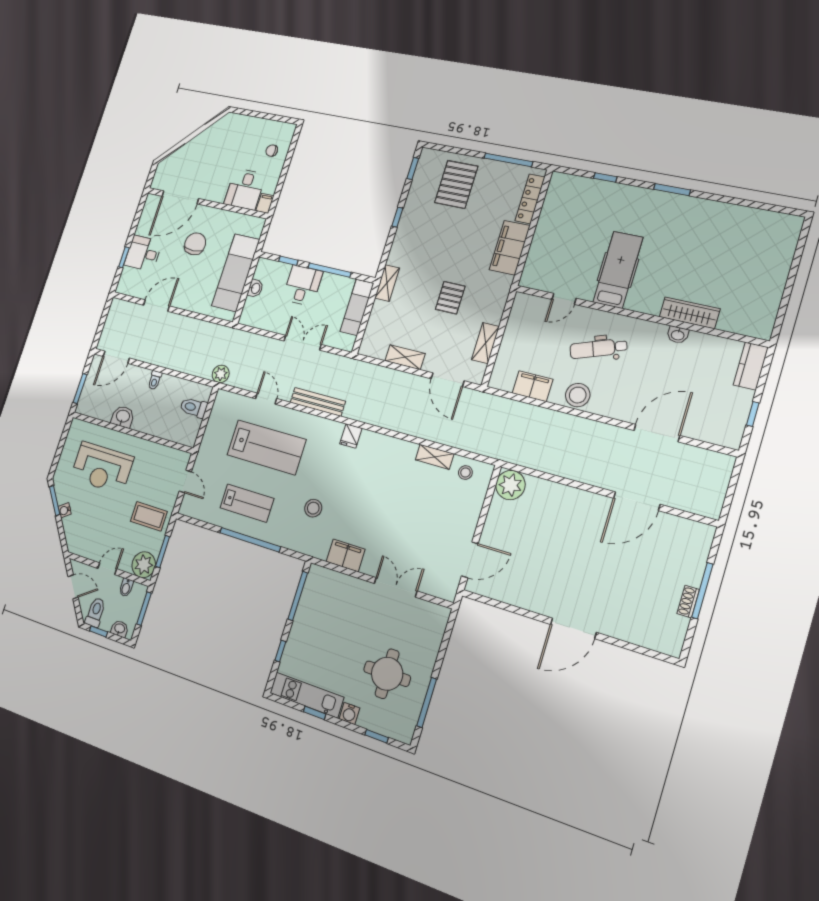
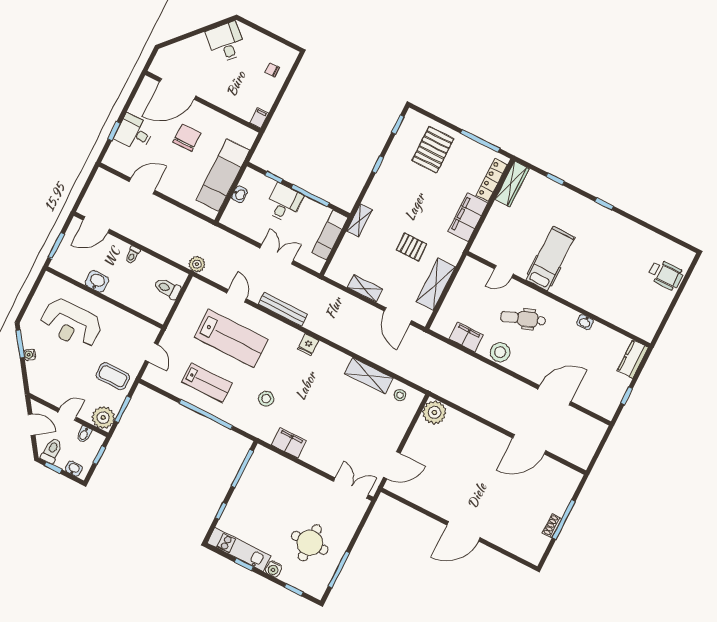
desk: (245, 189) -> (226, 42), moved, turned 133
window: (672, 190) -> (604, 204), width x0.67
wheelchair: (771, 253) -> (666, 275), added
pallet: (450, 298) -> (411, 247), turned 90
wardrobe: (690, 313) -> (512, 184), moved, turned 90
shelving: (485, 343) -> (436, 284), width x1.50, depth x1.33
shelving: (435, 457) -> (369, 376), width x1.50, depth x1.33
double door: (396, 587) -> (351, 488), moved
window: (144, 609) -> (99, 455), width x0.67

